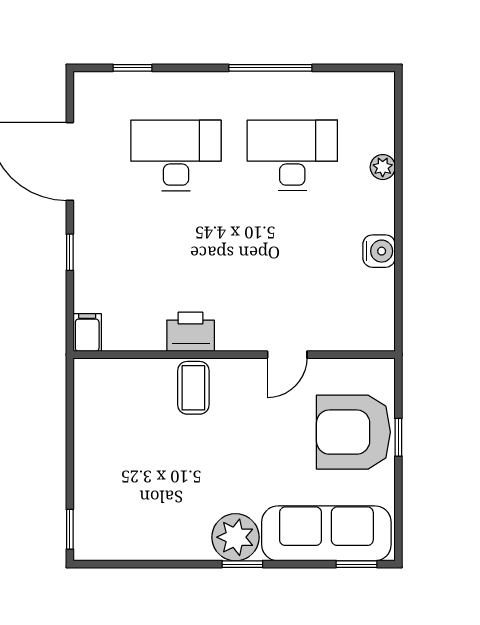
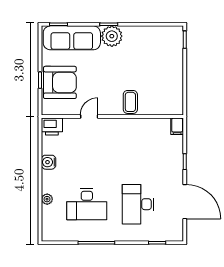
desk: (176, 155) -> (138, 204), turned 90
printer: (191, 332) -> (52, 127), moved

